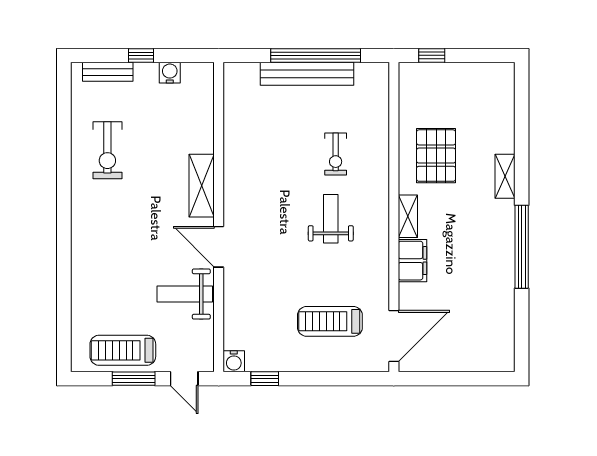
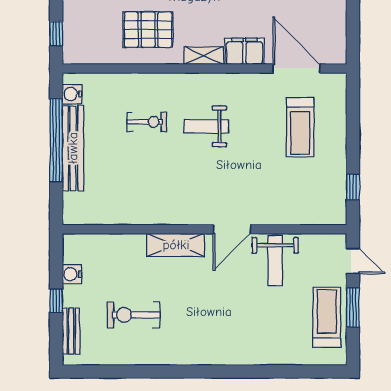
exercise bike: (107, 150) -> (134, 315), moved, turned 180
door: (394, 336) -> (296, 68), moved
treadmill: (123, 350) -> (327, 317), turned 180
water cooler: (234, 361) -> (72, 94), moved, turned 180
door: (184, 379) -> (353, 261), hinge flipped

